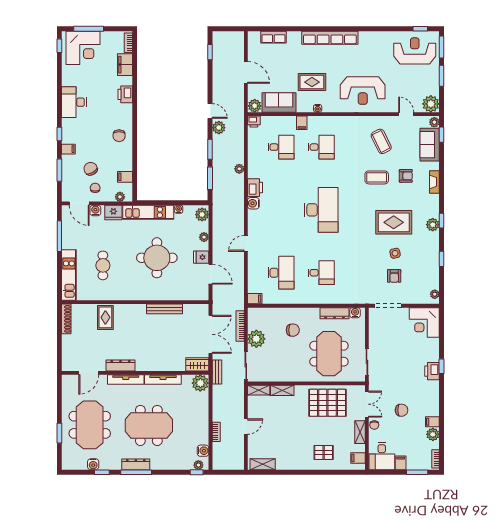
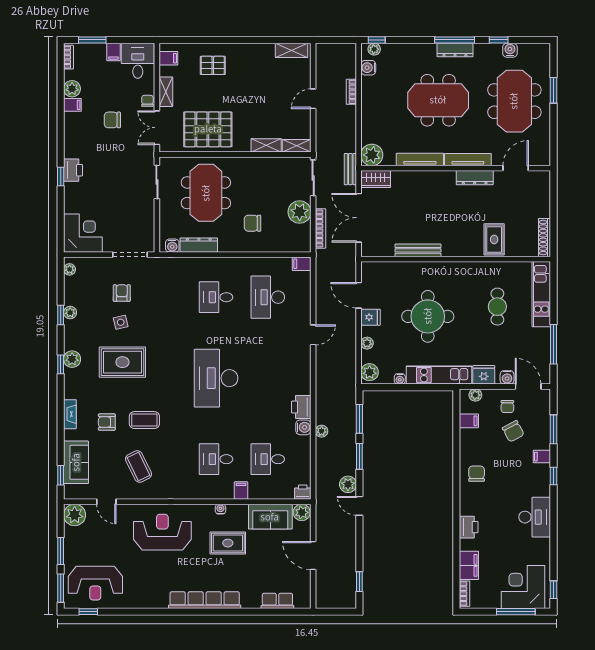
plant: (434, 122) -> (70, 313), moved
water cooler: (253, 203) -> (303, 427), moved

